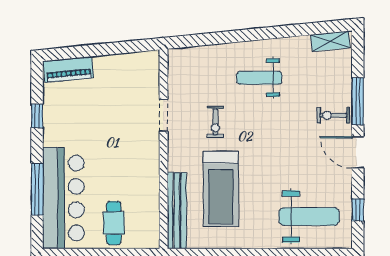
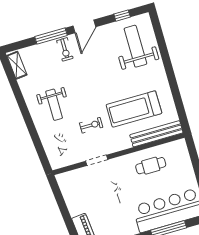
treadmill: (221, 189) -> (134, 109), turned 180
cafe table: (114, 223) -> (151, 166), moved

